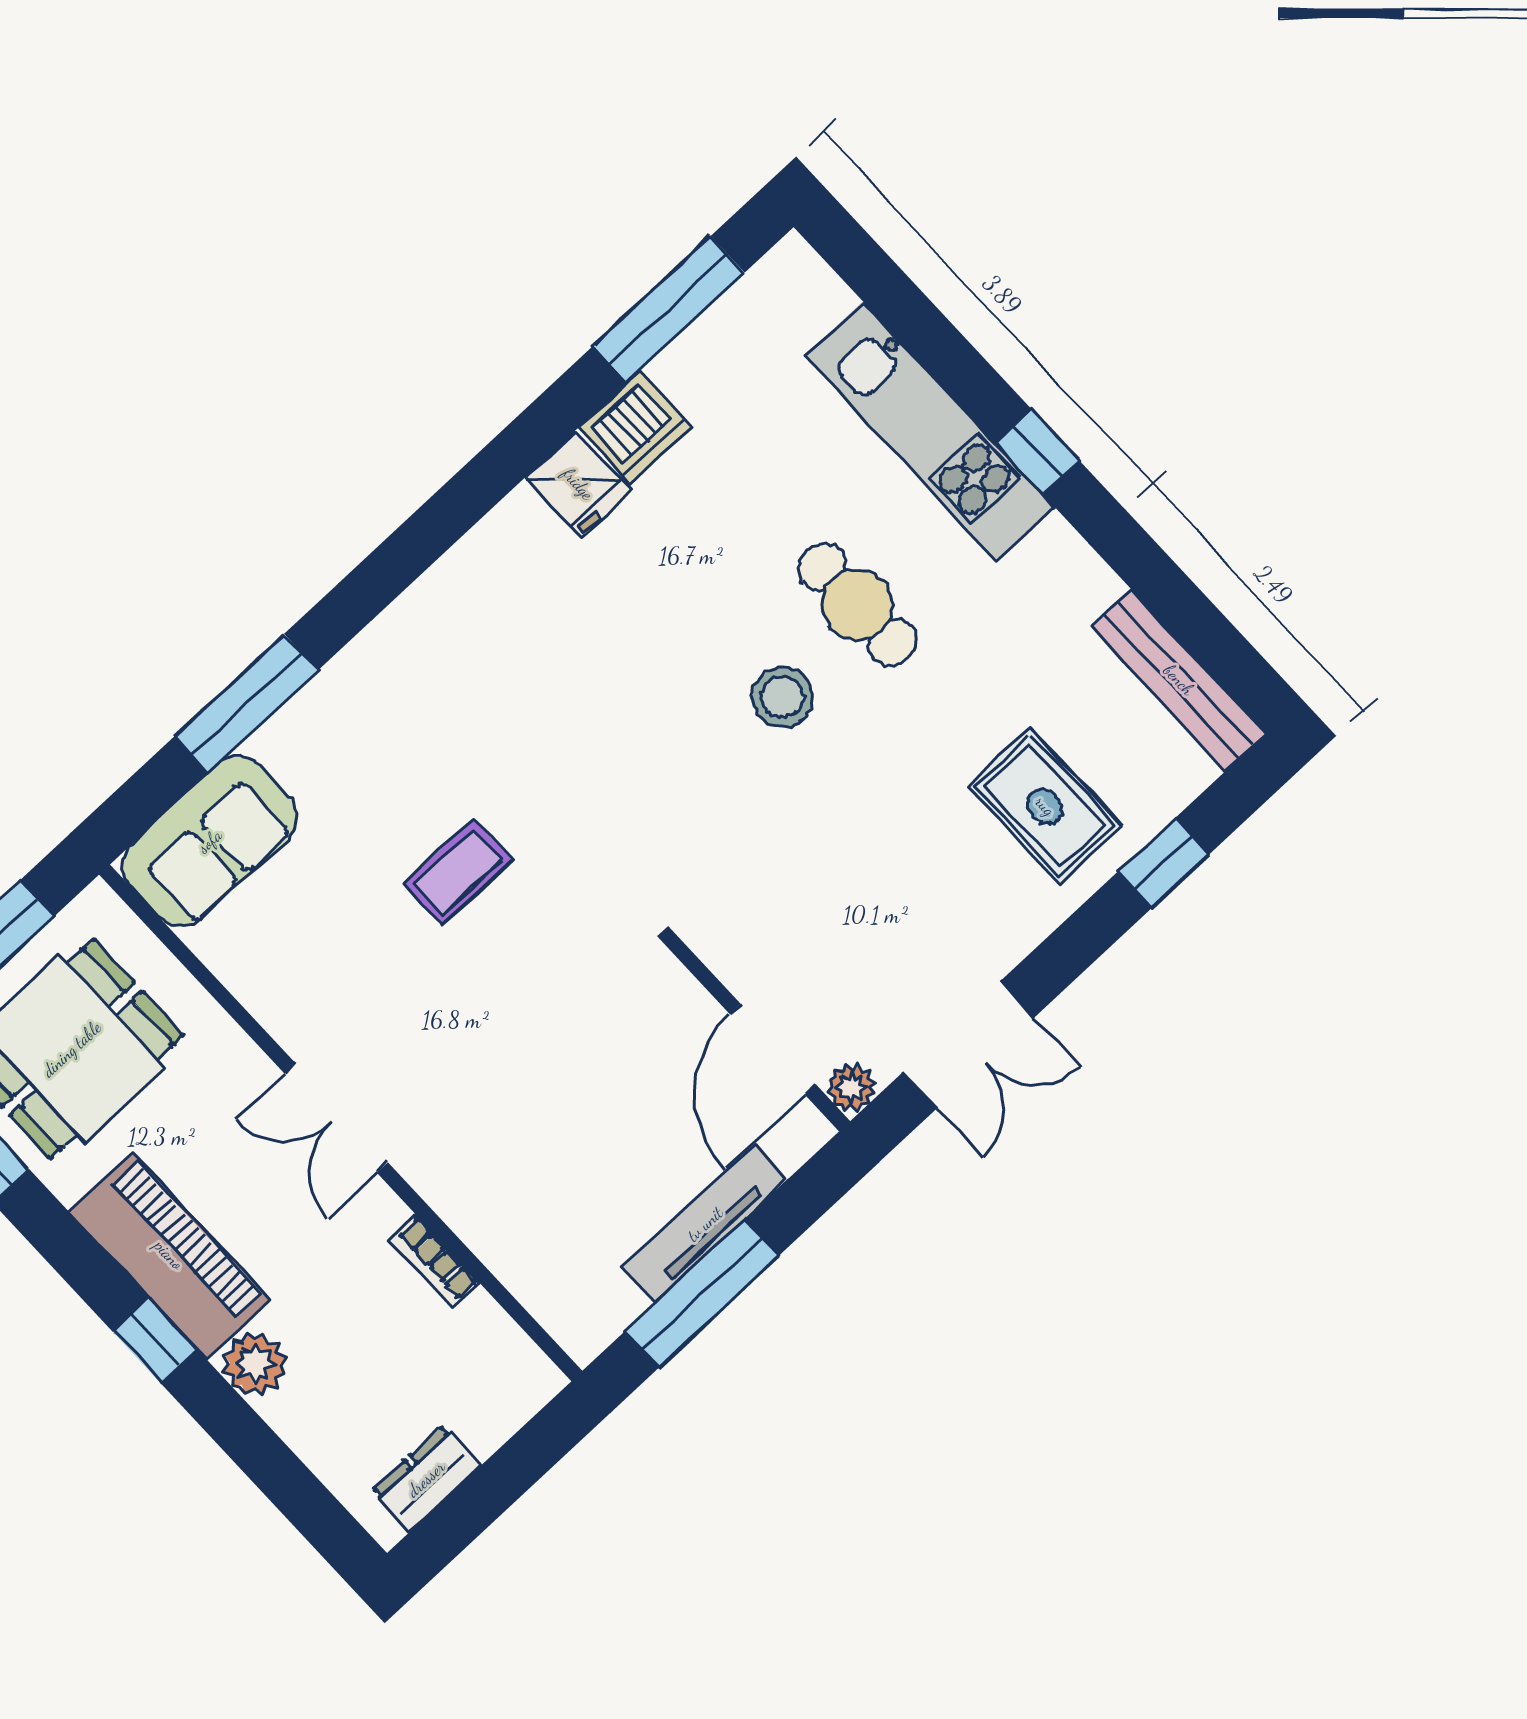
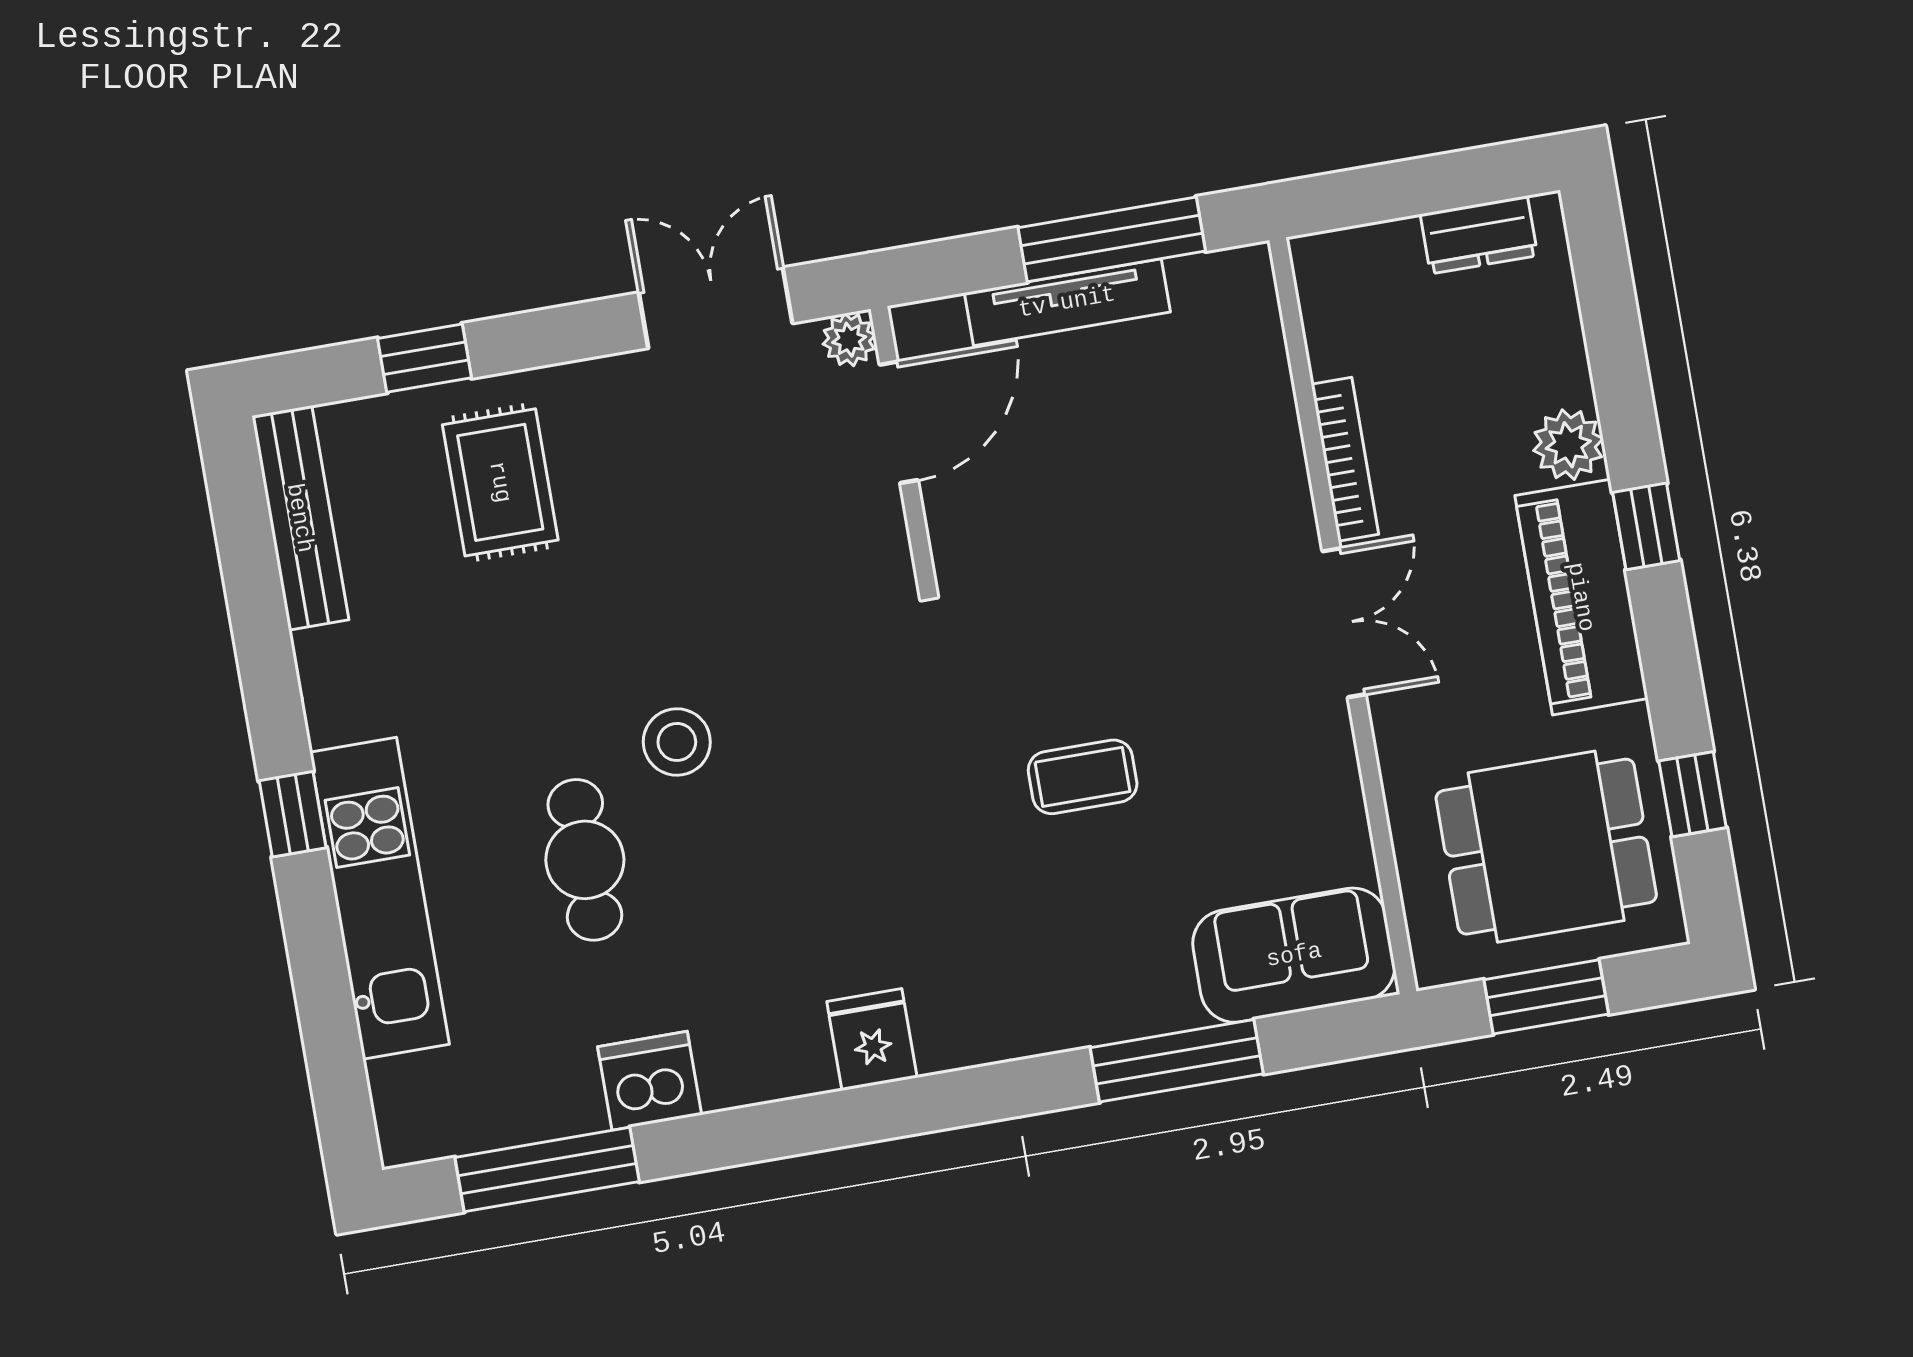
fridge: (578, 484) -> (872, 1040), moved
cafe table: (857, 605) -> (585, 860), moved
bookcase: (434, 1261) -> (1345, 459), width x1.56

